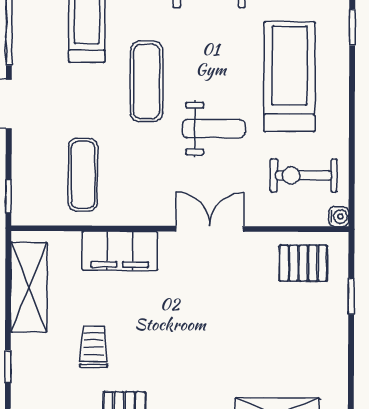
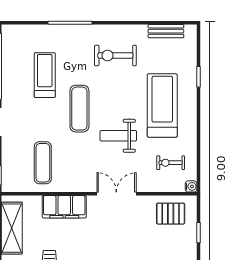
weight bench: (214, 129) -> (118, 136), turned 180
exercise bike: (304, 175) -> (171, 163), width x0.73, depth x0.72

